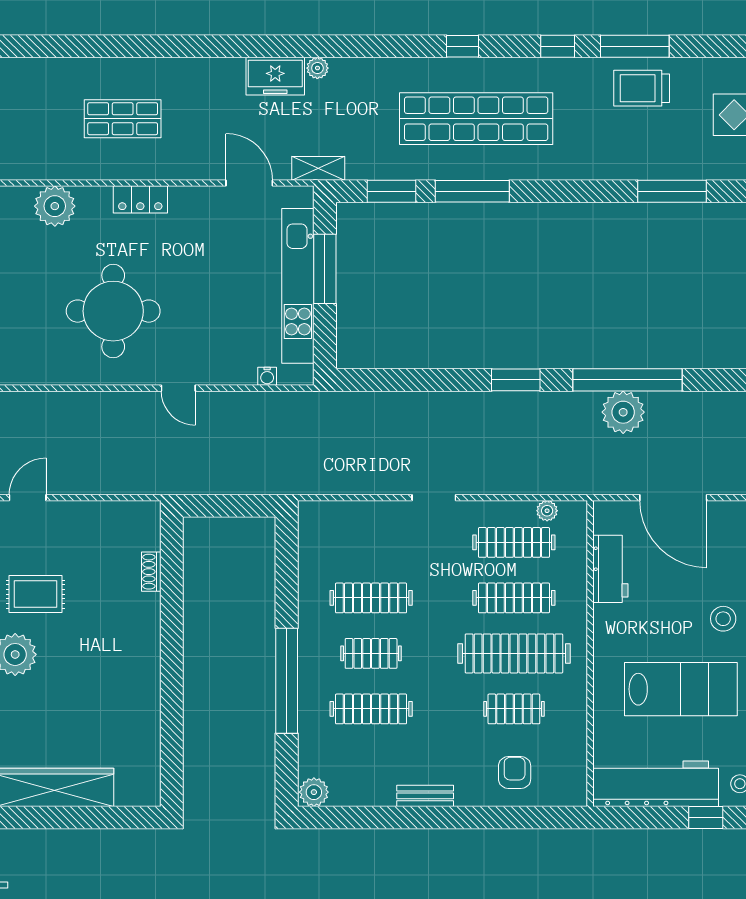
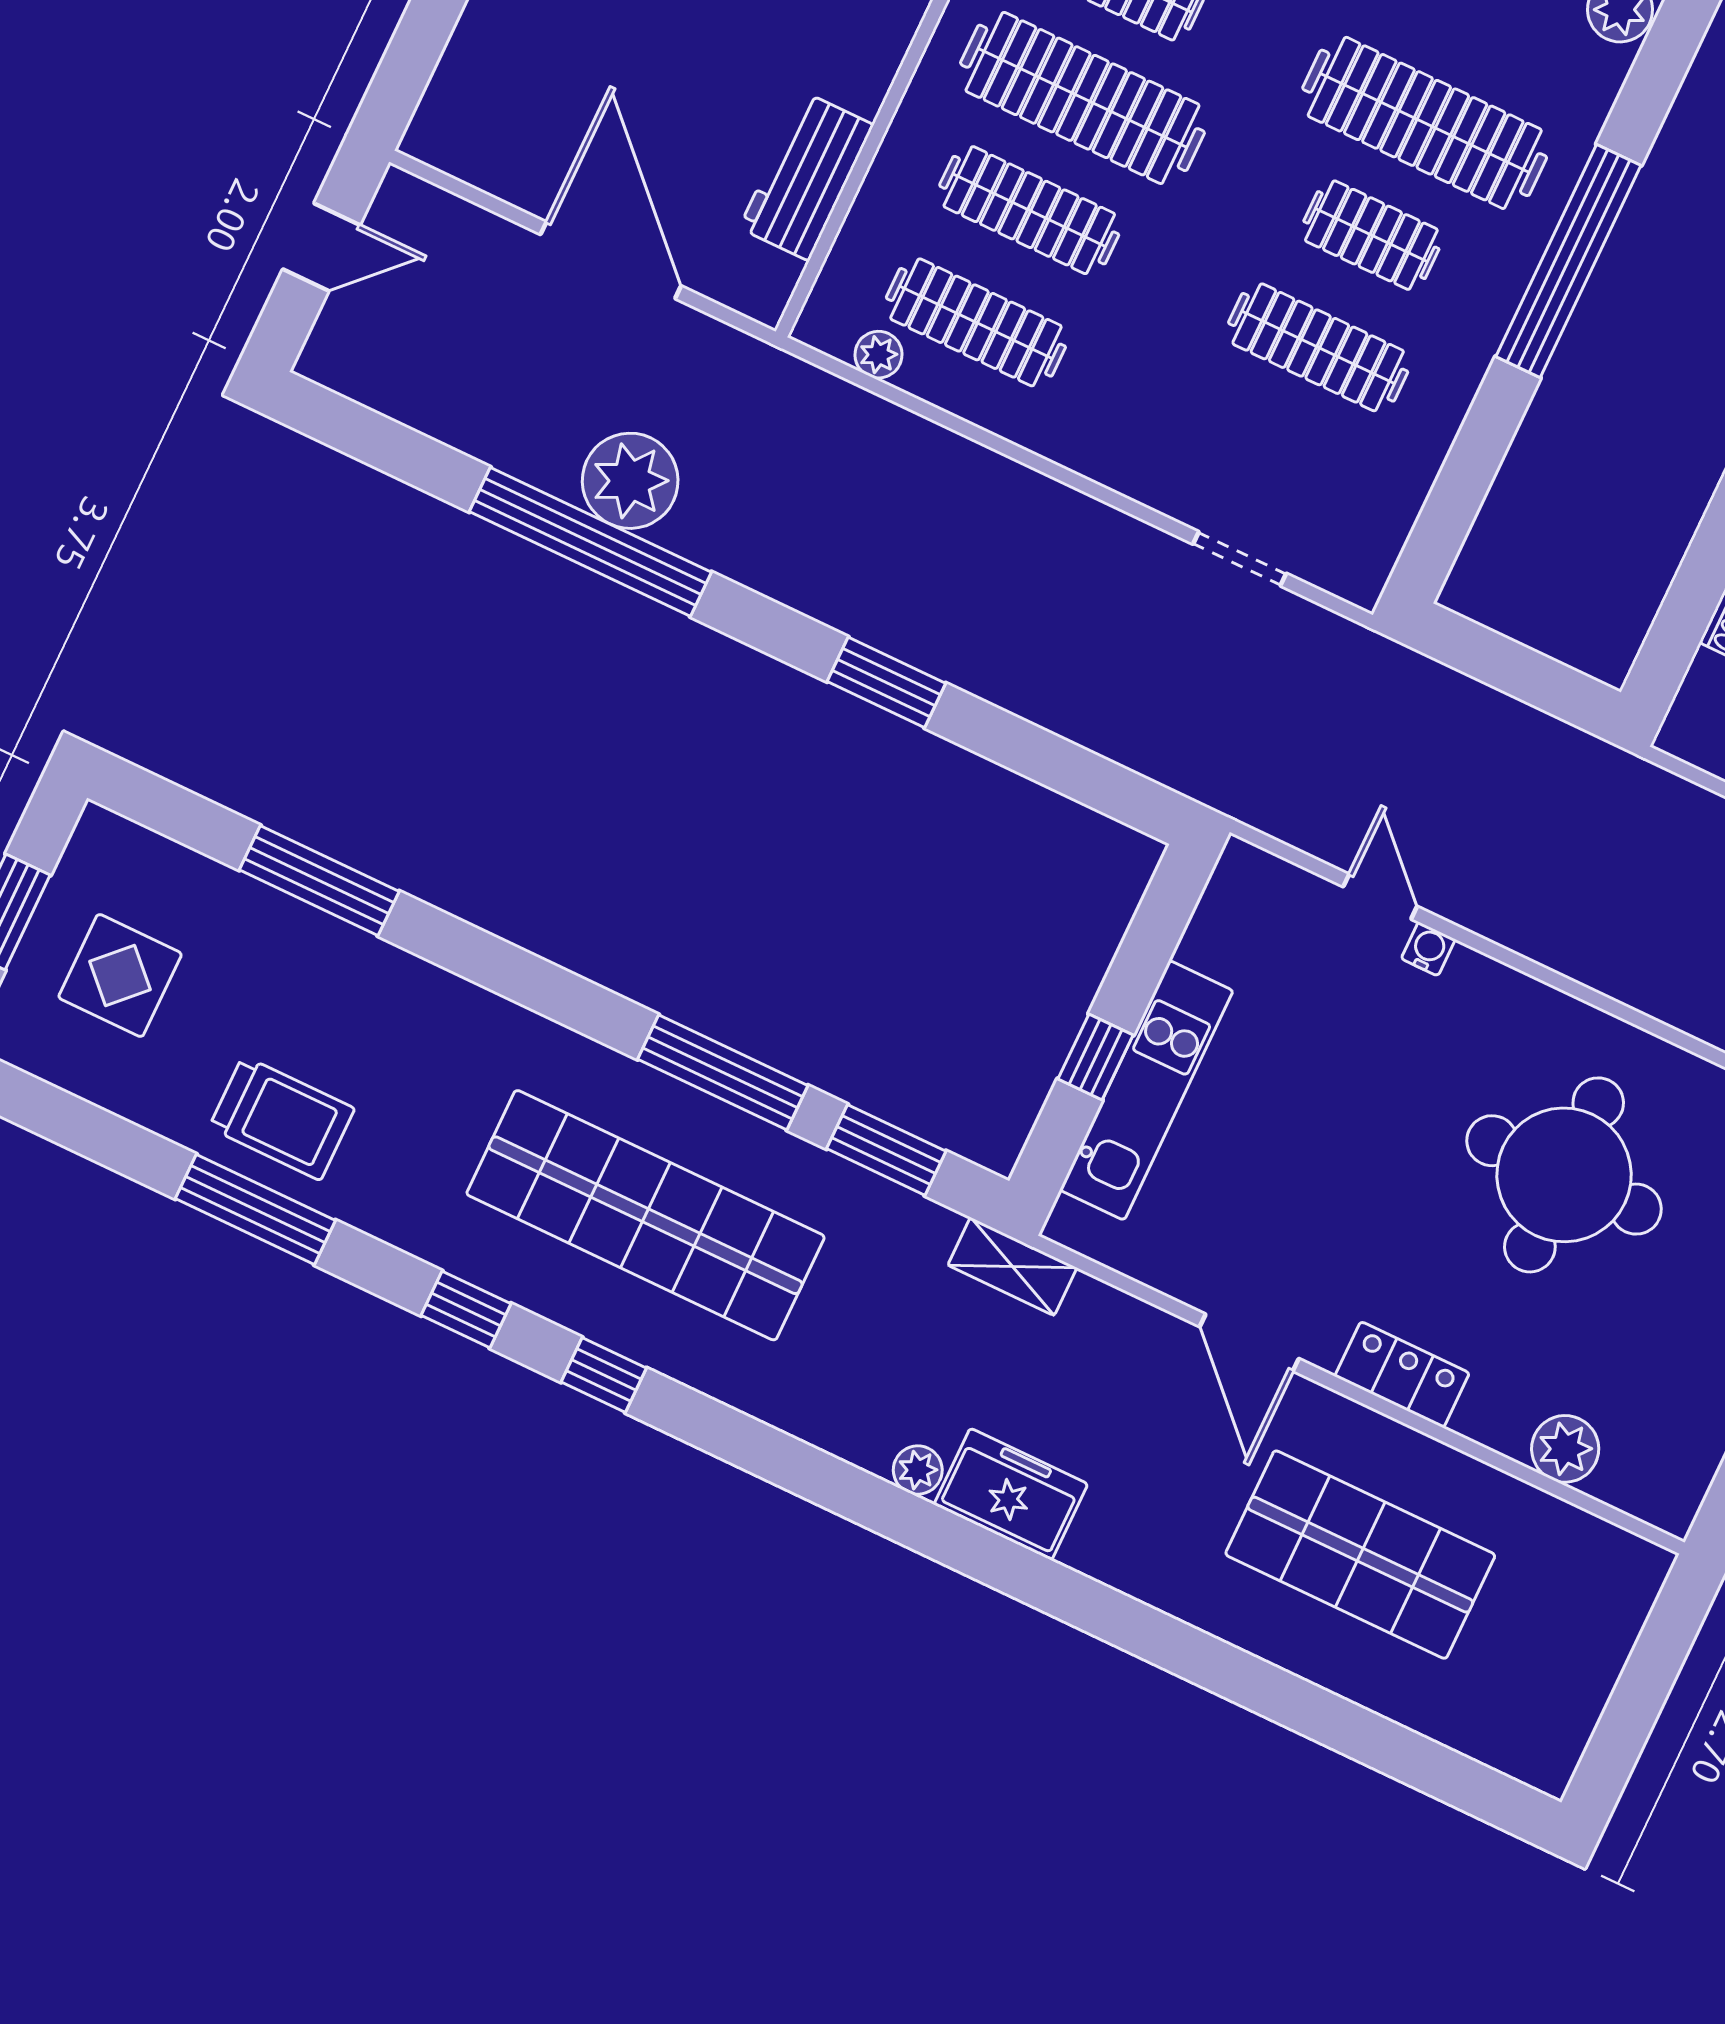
window: (558, 46) -> (466, 1310), moved
shop shelf: (123, 119) -> (1360, 1555), width x1.43, depth x1.36
door: (249, 183) -> (1249, 1343), moved
plant: (55, 206) -> (1565, 1449), width x0.73, depth x0.73
window: (325, 269) -> (1096, 1057), width x0.46
kitchen unit: (298, 286) -> (1146, 1090), width x0.73
water cooler: (267, 376) -> (1428, 949), moved
window: (516, 380) -> (886, 682), moved
door: (178, 388) -> (1380, 897), moved
doorway: (434, 498) -> (1240, 559), moved
clothes rail: (371, 709) -> (1425, 123), width x1.37, depth x1.31

